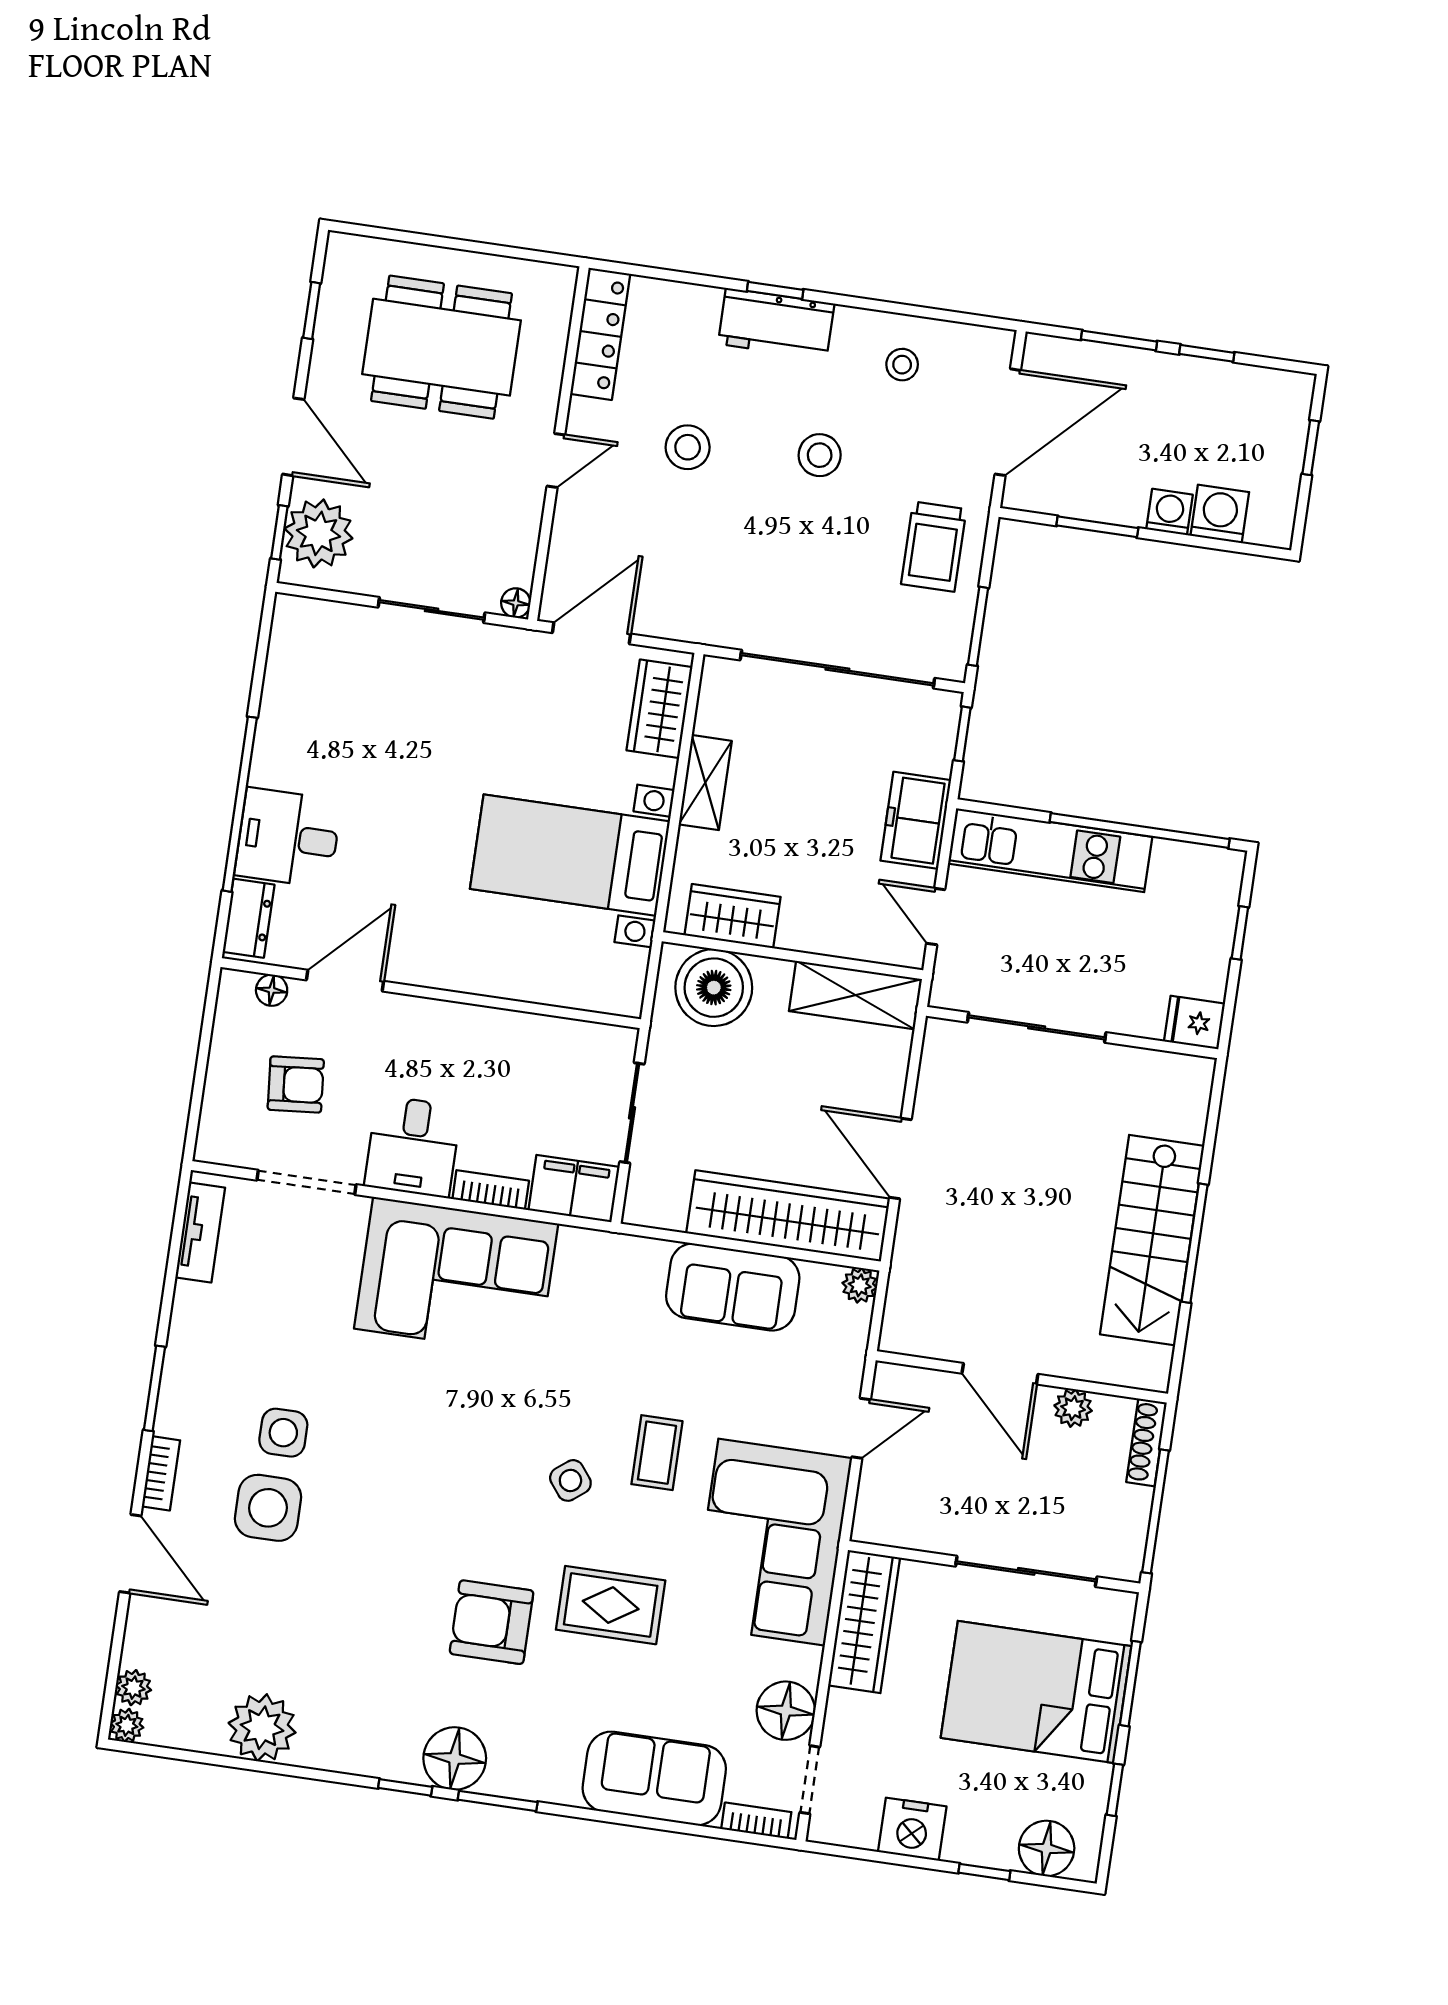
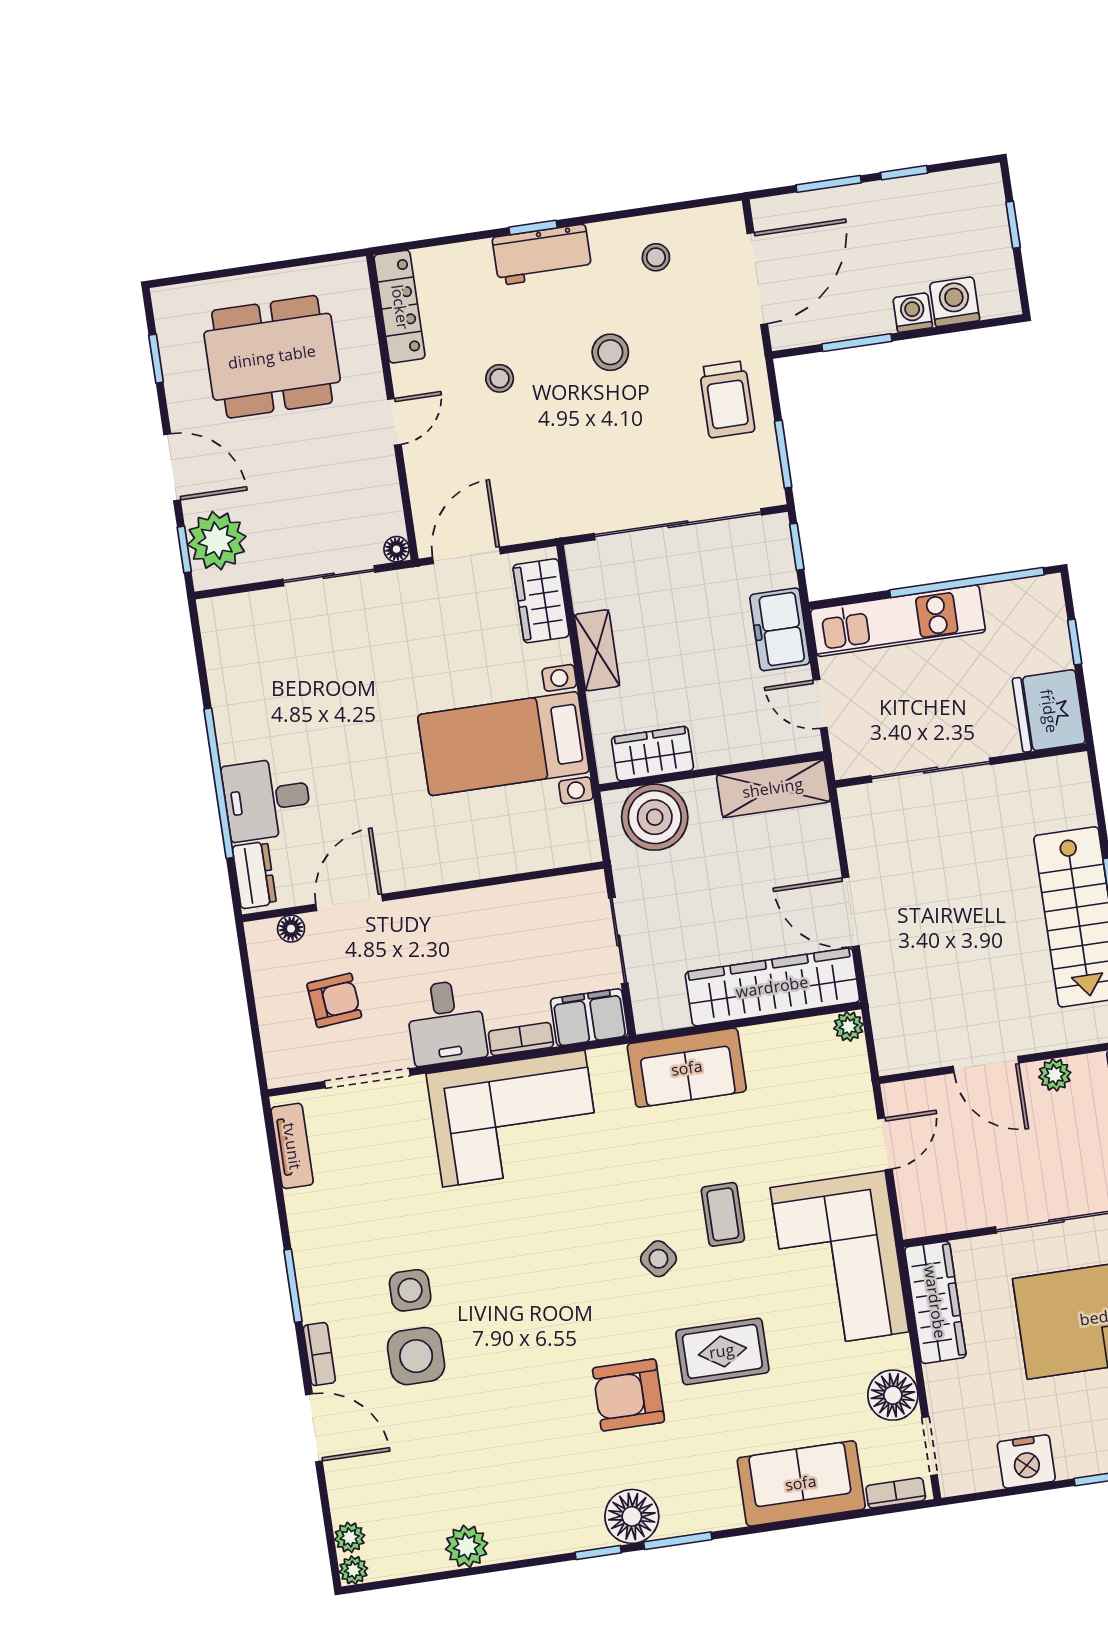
stool: (688, 447) -> (500, 378), width x0.73, depth x0.73
fridge: (1194, 1023) -> (1049, 711), width x1.88, depth x1.34
sofa: (733, 1287) -> (687, 1068), moved
plant: (262, 1728) -> (467, 1546), width x0.73, depth x0.73

